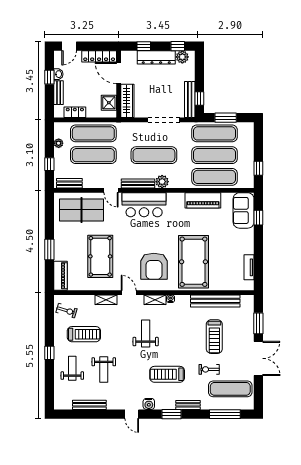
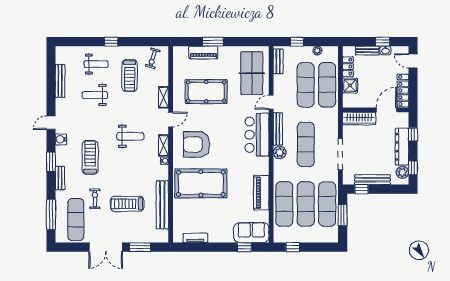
bench: (190, 99) -> (372, 180), moved
shower: (109, 103) -> (350, 86), moved
piano: (60, 276) -> (203, 53), moved

